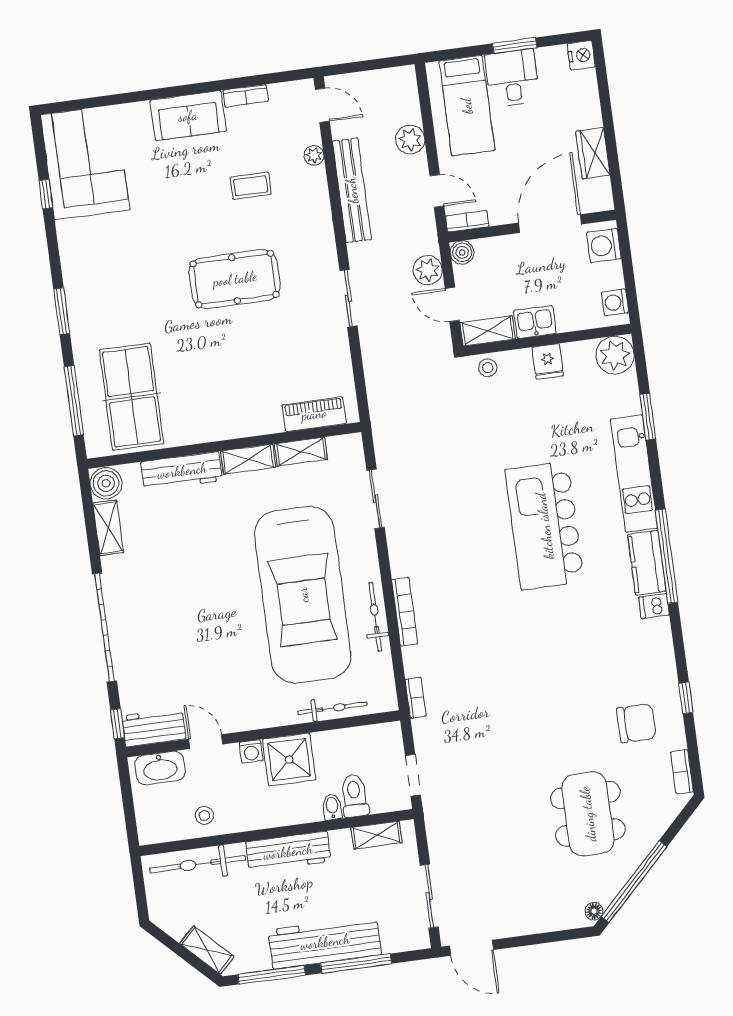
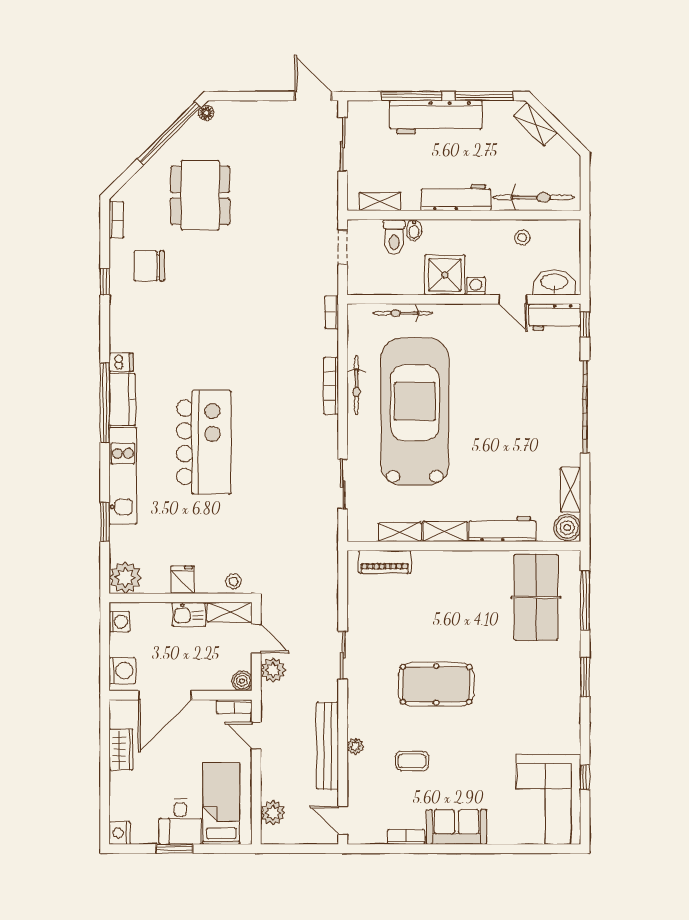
plant: (410, 140) -> (273, 813), moved
plant: (314, 155) -> (355, 746), moved

